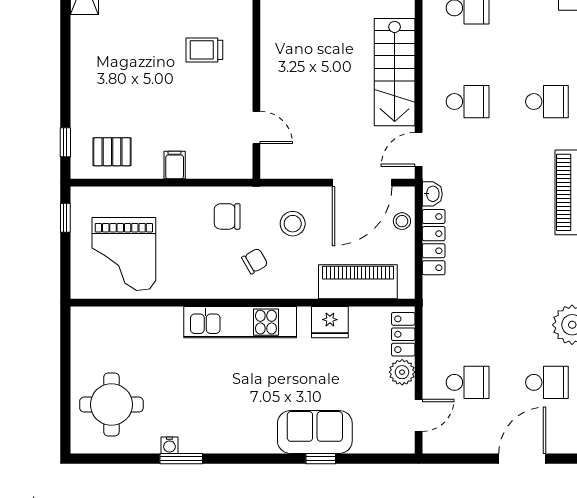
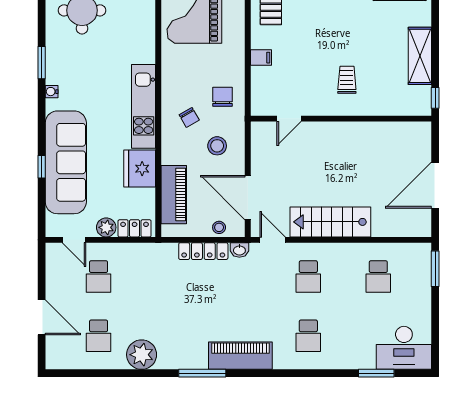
fridge: (330, 322) -> (140, 169), width x1.36, depth x1.34
sofa: (315, 432) -> (66, 162), width x1.85, depth x1.27
water cooler: (169, 445) -> (52, 92), moved

